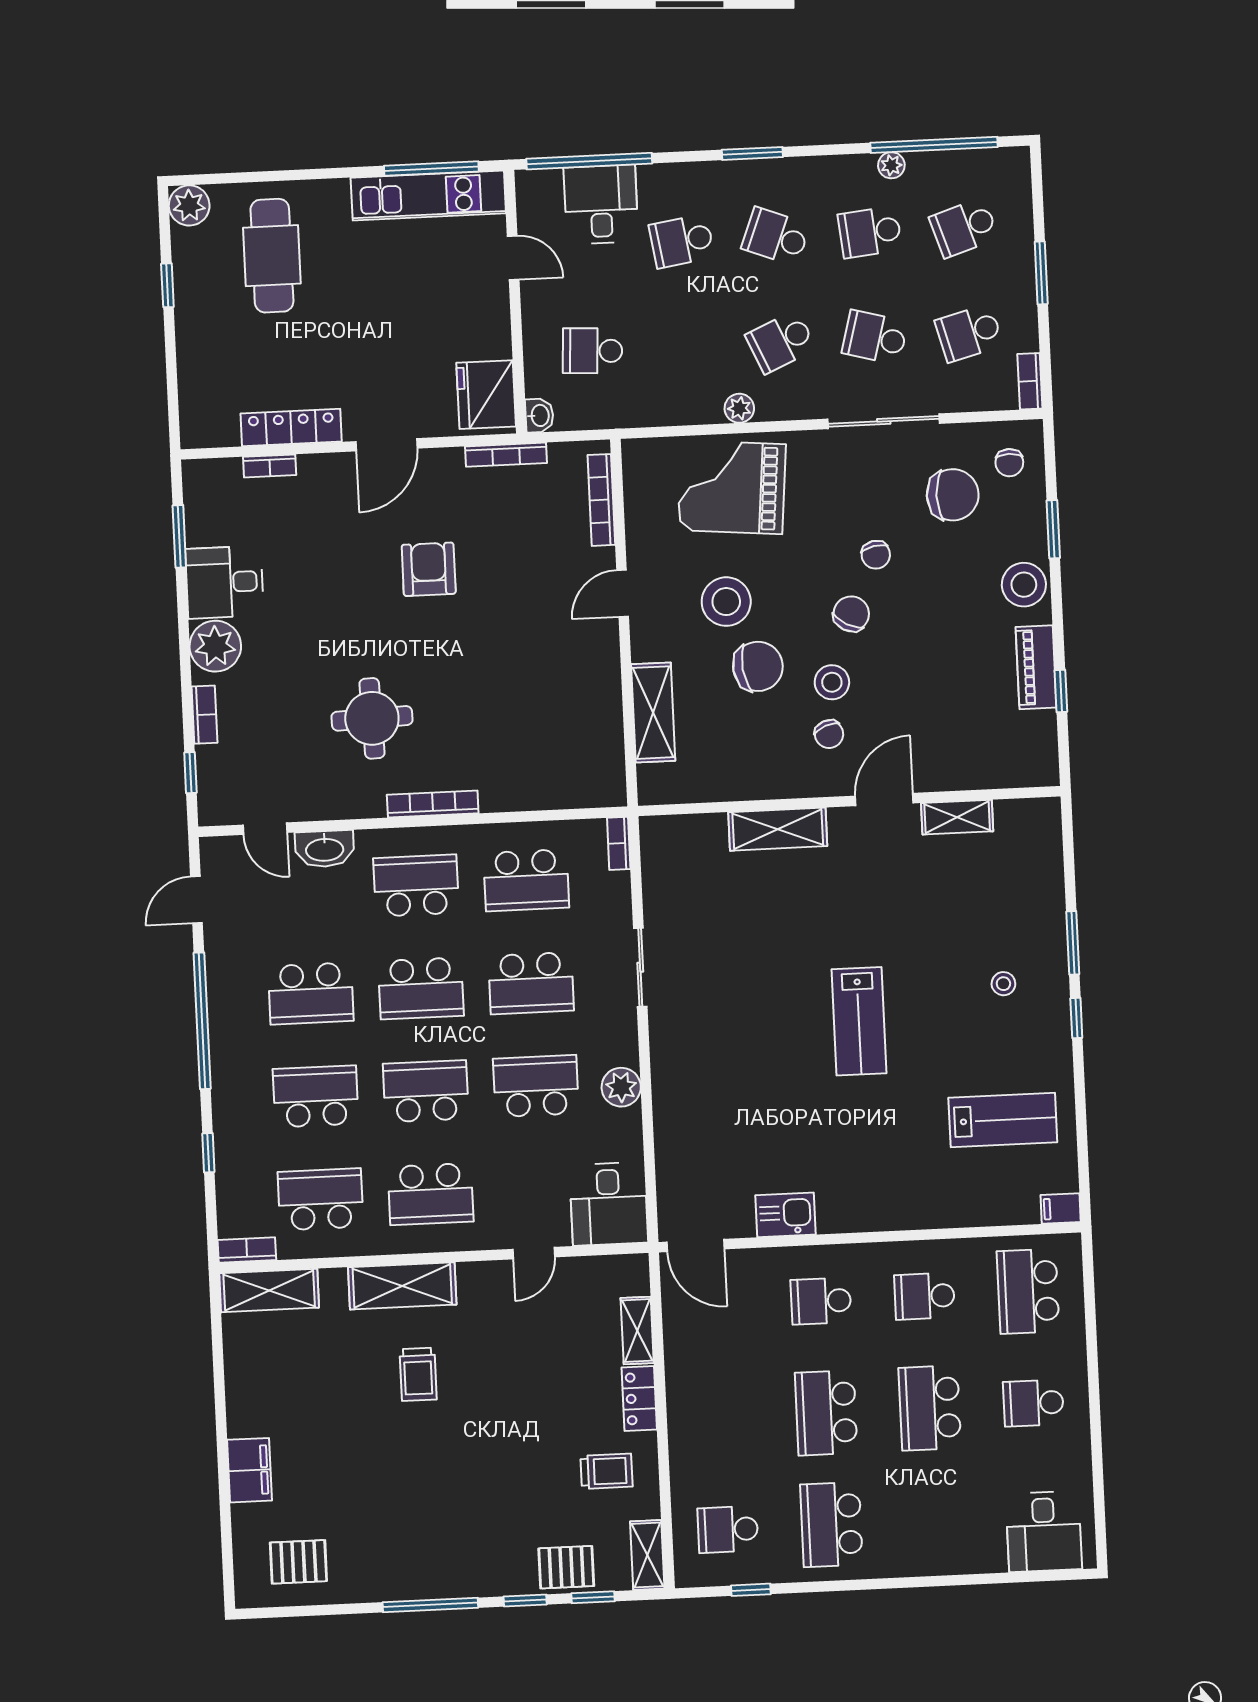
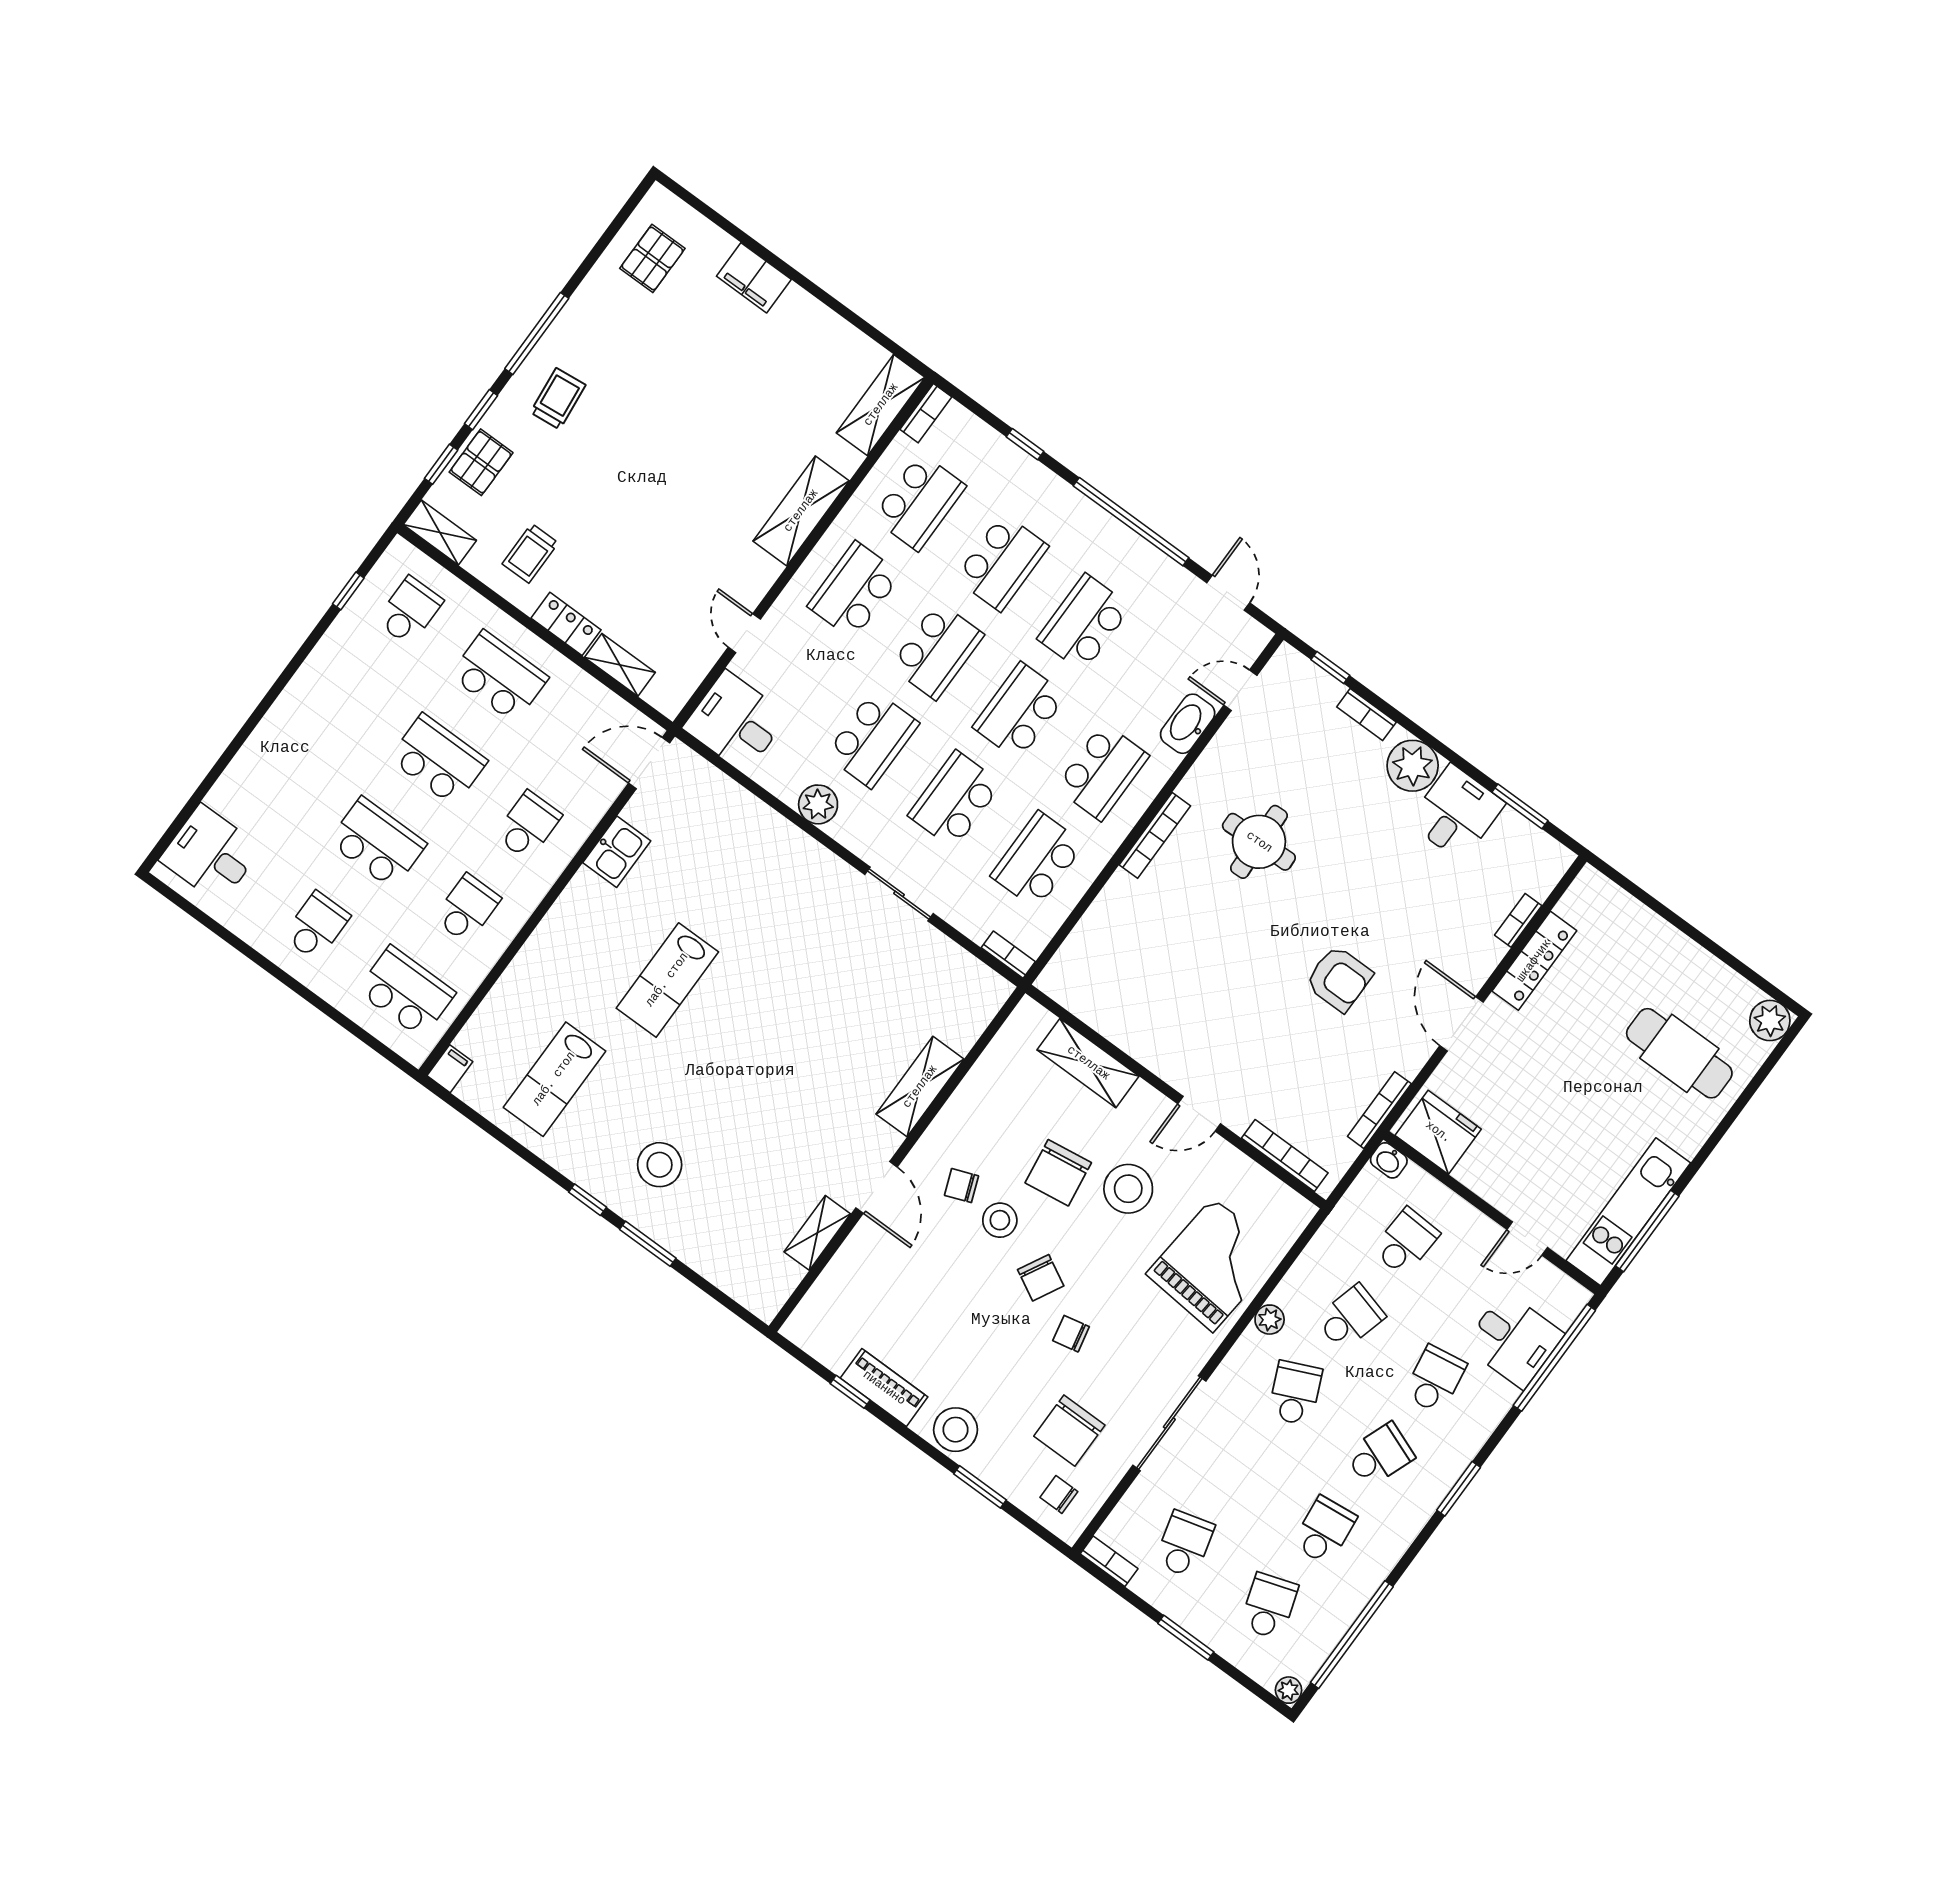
plant: (891, 165) -> (1289, 1690), moved
window: (167, 285) -> (1722, 954), removed
school desk: (875, 337) -> (1350, 1317), moved
door: (623, 593) -> (1199, 1114), swing flipped
stool: (1003, 984) -> (660, 1165), width x1.89, depth x1.89
lab bench: (859, 1021) -> (667, 980), moved, turned -90
trolley: (418, 1374) -> (558, 399), moved, turned 84
school desk: (831, 1525) -> (499, 677), moved

